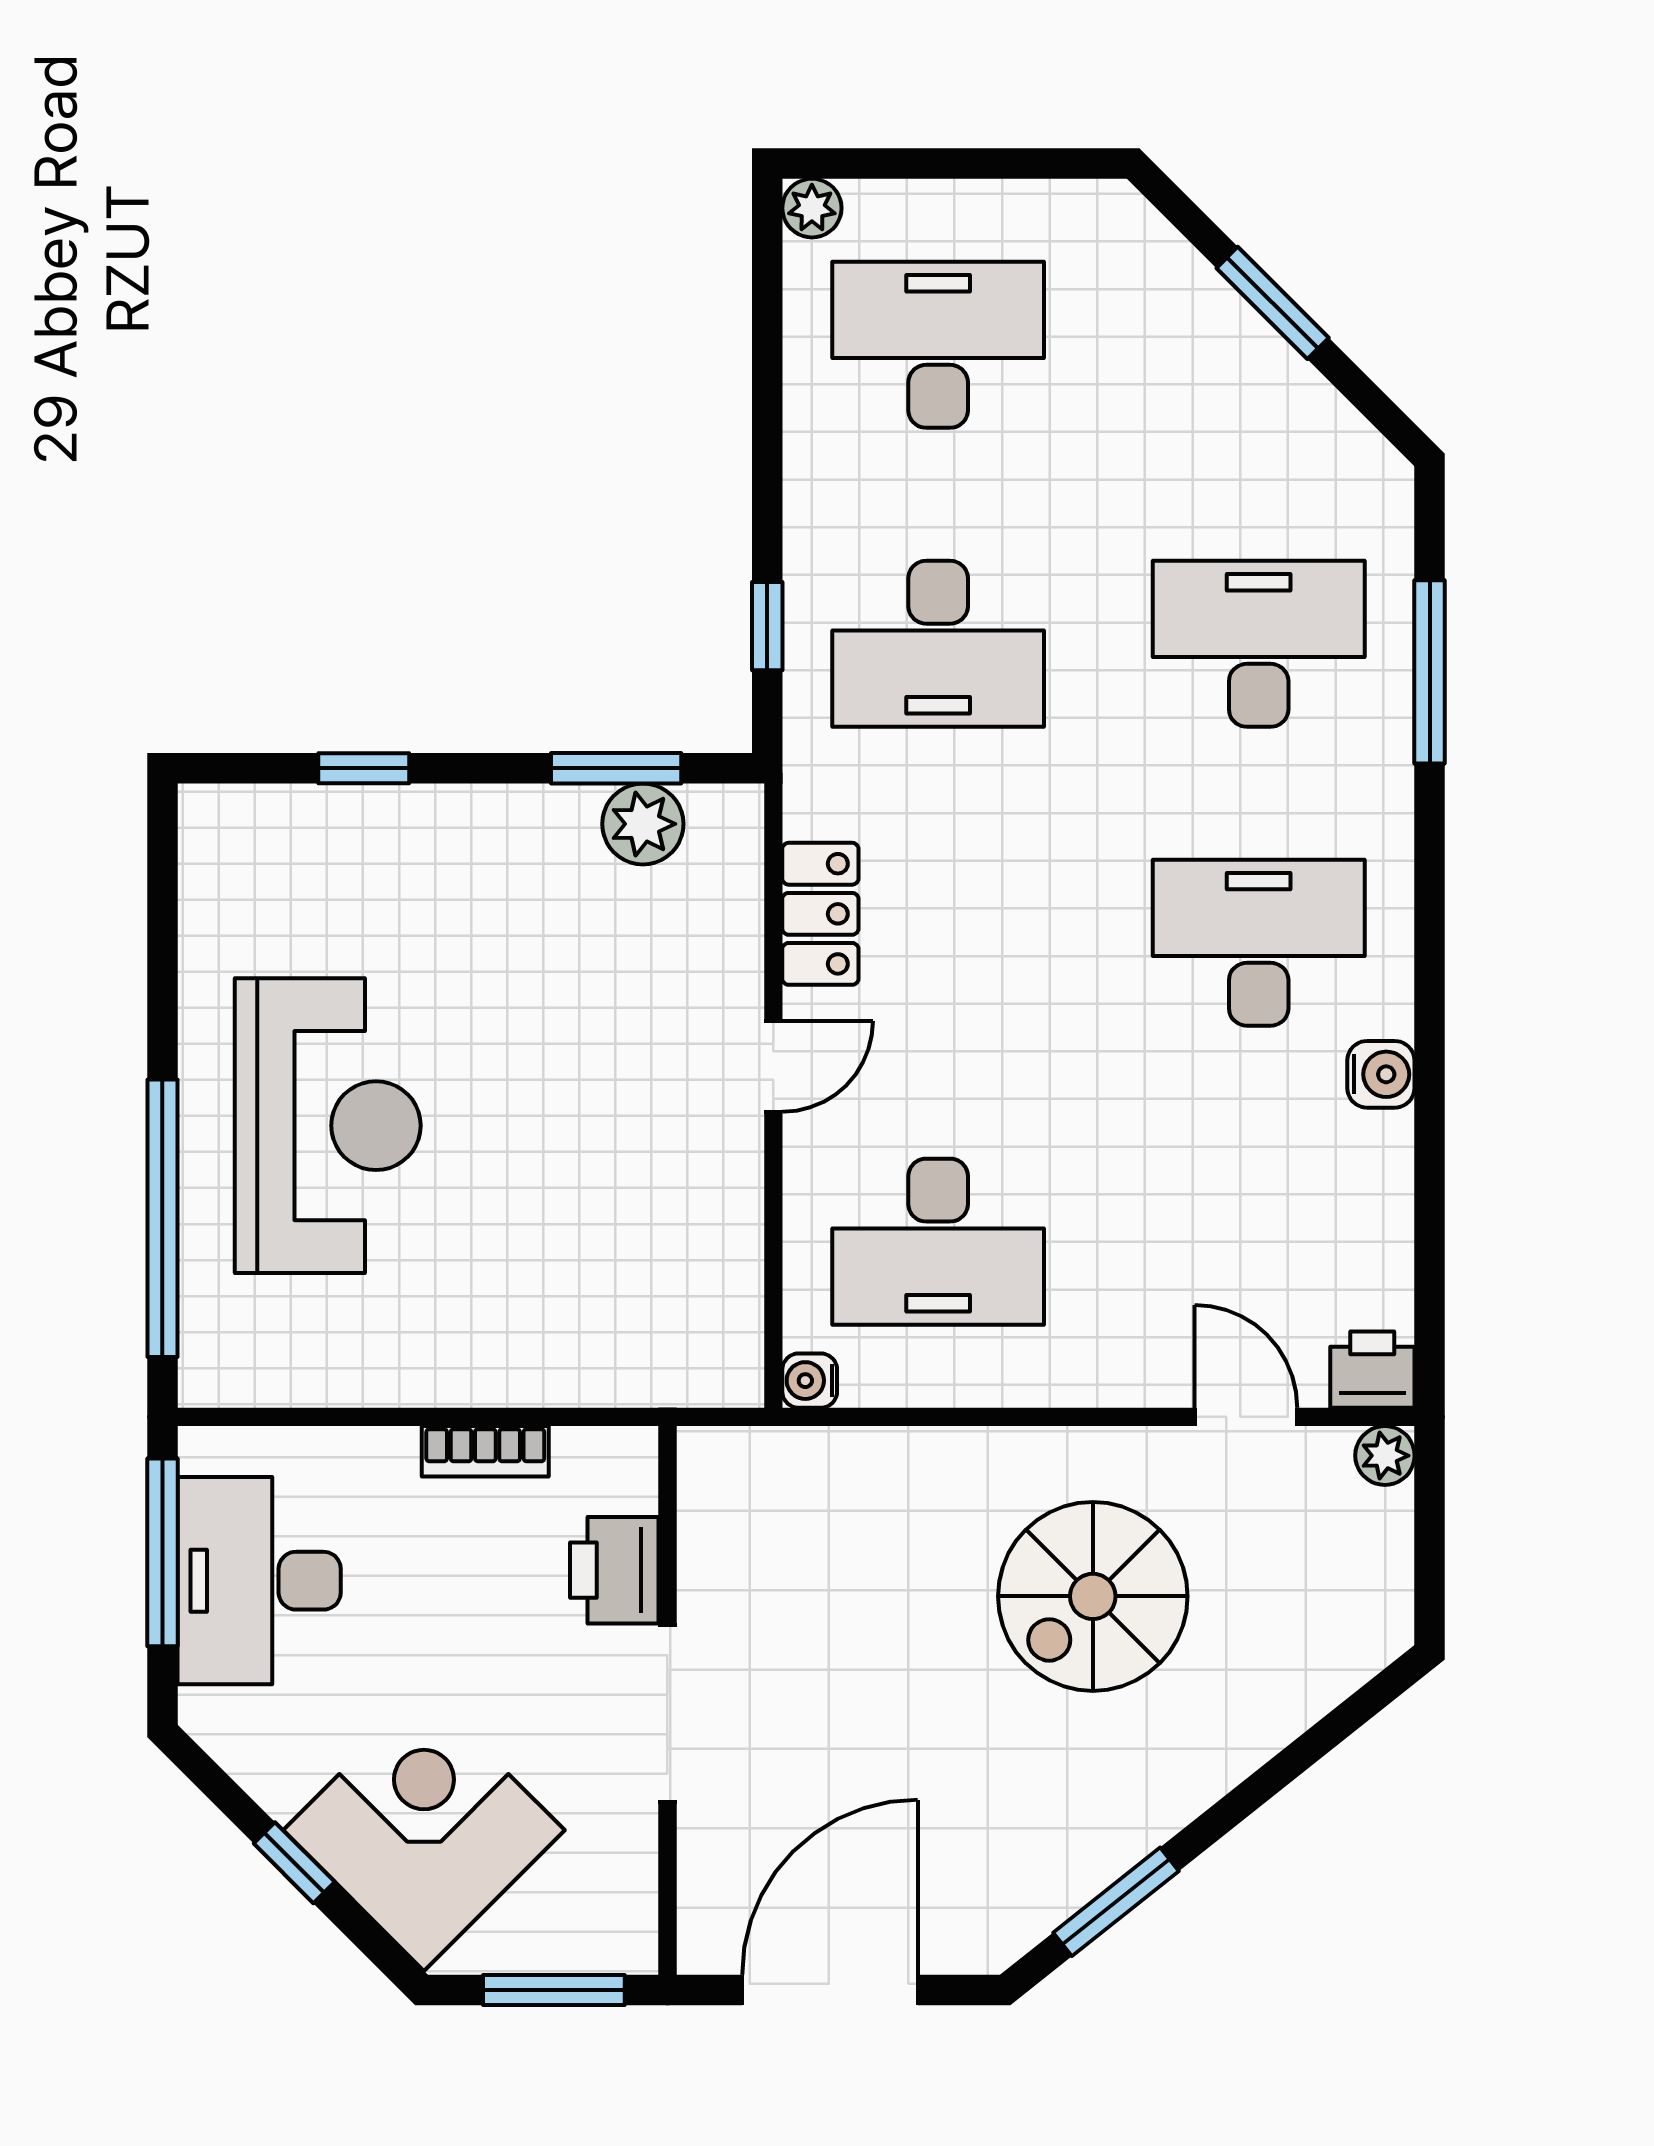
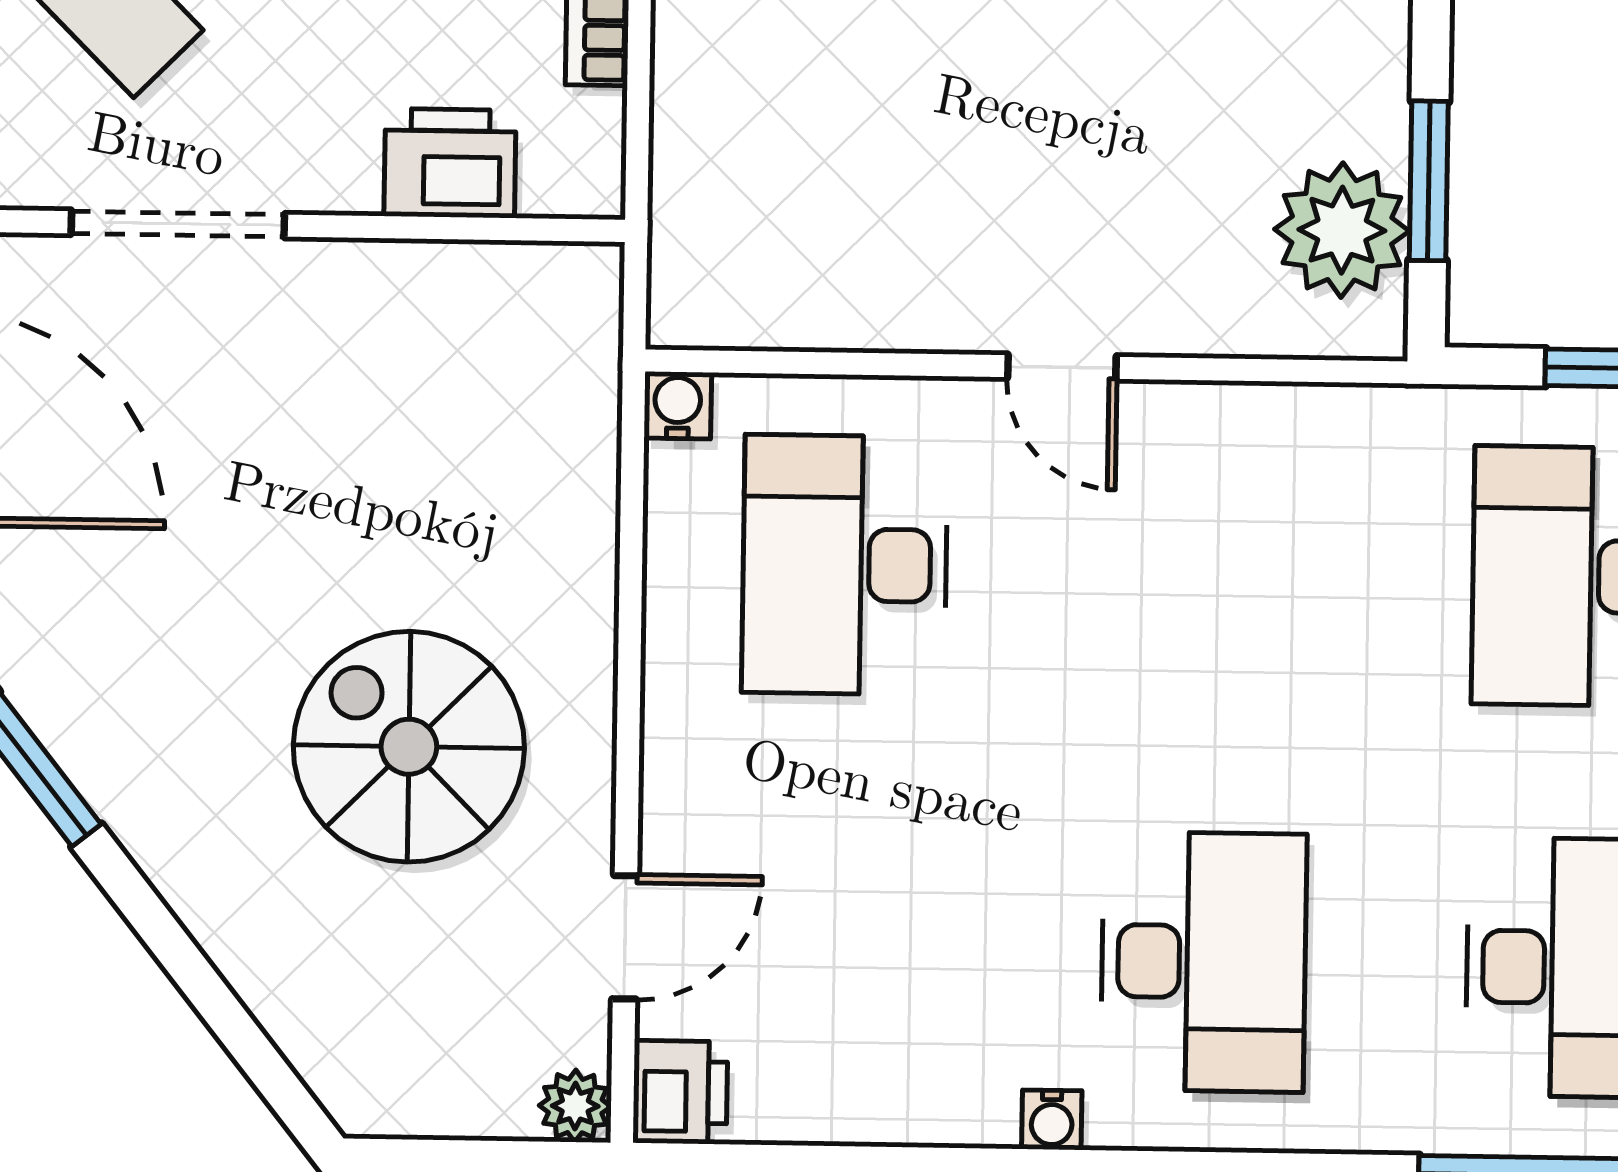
plant: (643, 824) -> (1342, 230), width x1.36, depth x1.36
locker: (820, 914) -> (1247, 427), removed
water cooler: (1381, 1074) -> (1052, 1120), width x0.72, depth x0.72
doorway: (667, 1713) -> (178, 224), moved

